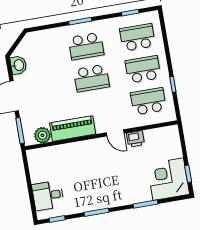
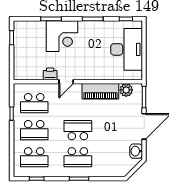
school desk: (86, 46) -> (78, 157), turned 180
door: (115, 133) -> (66, 82), swing flipped
corner desk: (168, 179) -> (62, 36), moved
desk: (48, 195) -> (127, 49), width x1.87, depth x1.30

